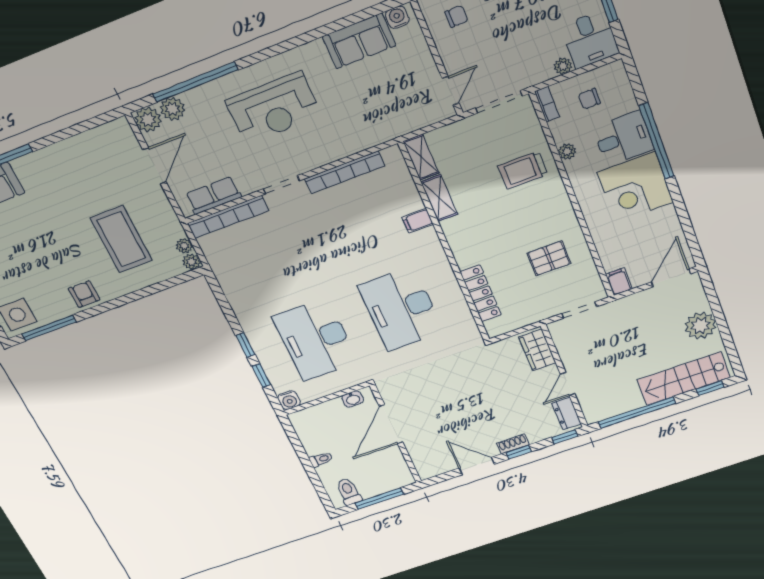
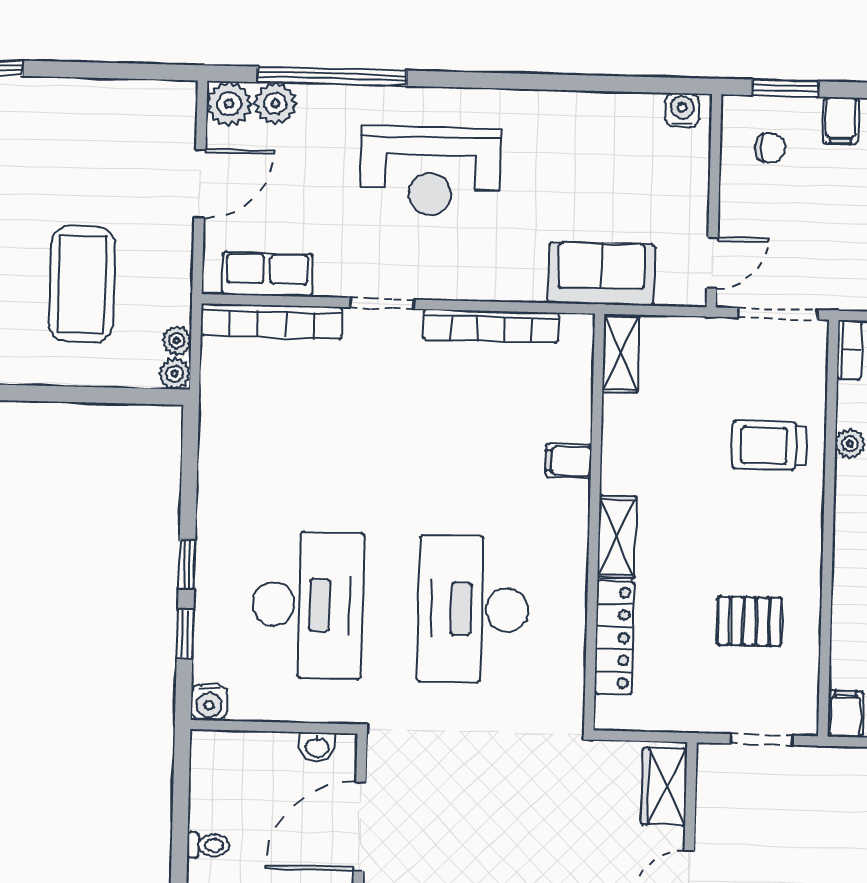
sofa: (359, 41) -> (601, 274), moved, turned 180
shelving: (439, 198) -> (617, 537), moved
desk: (316, 339) -> (308, 605), turned 180

